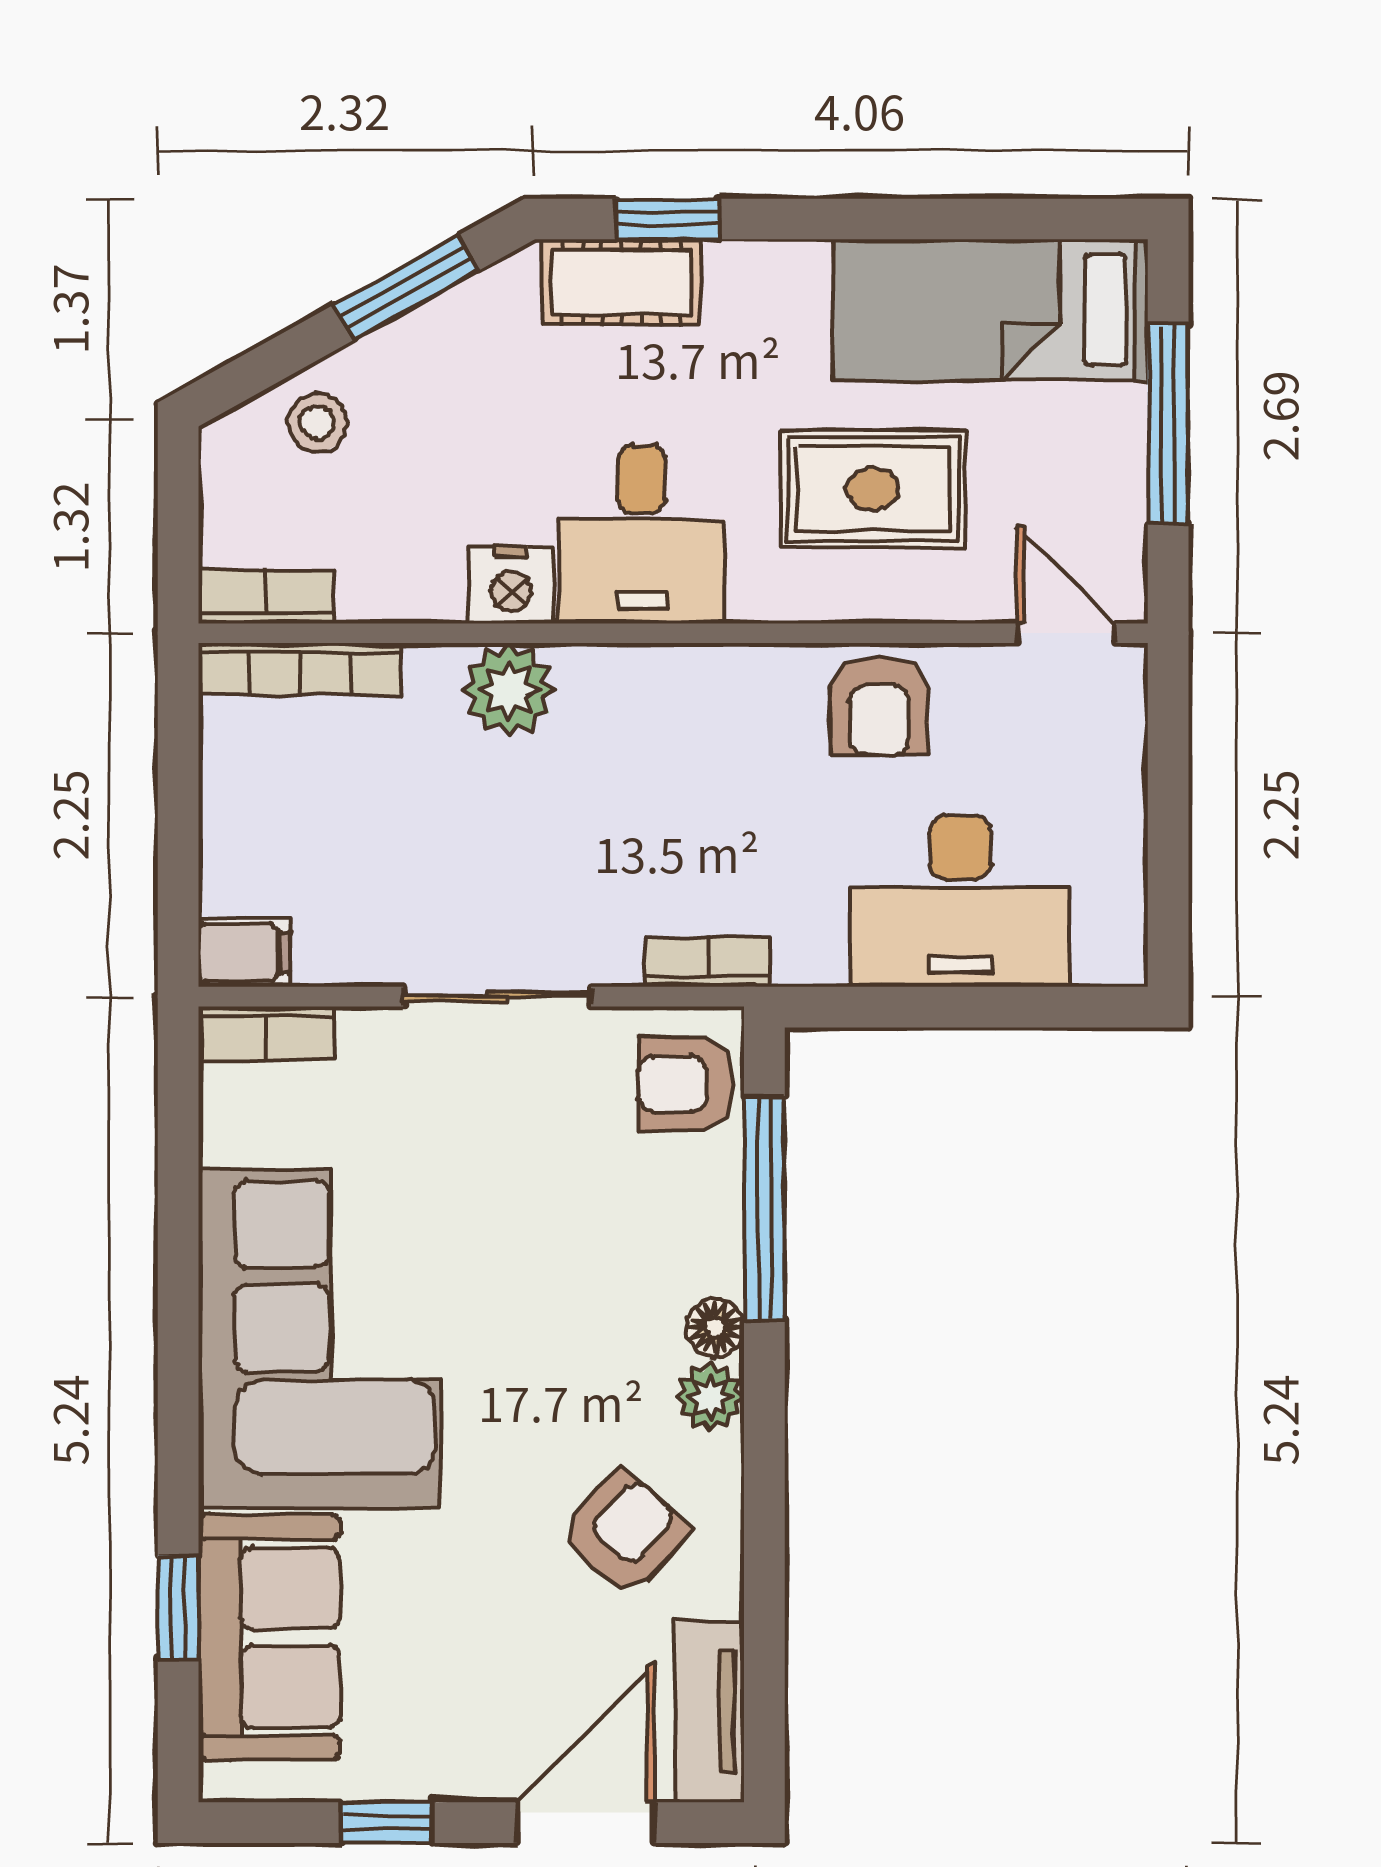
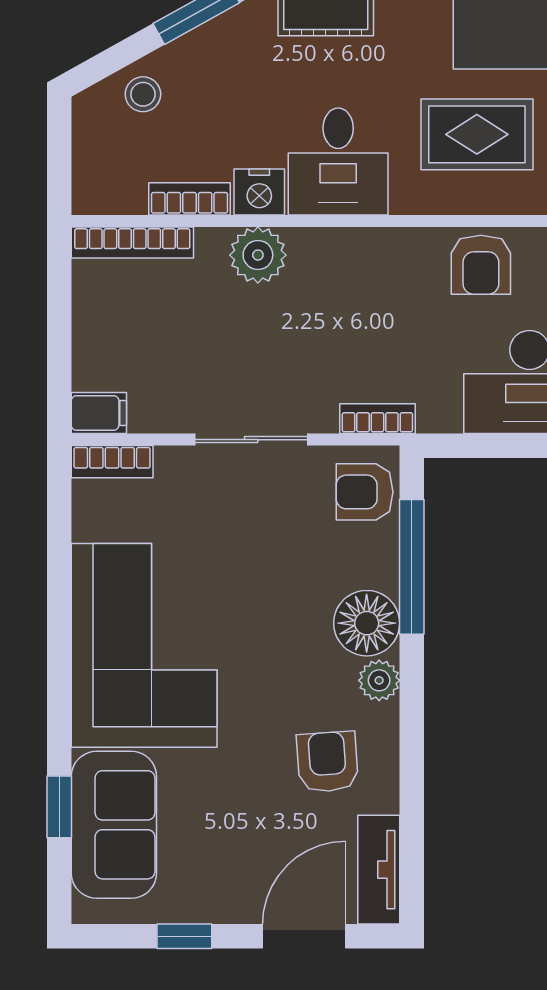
bookcase: (266, 596) -> (189, 199), moved
floor lamp: (715, 1328) -> (367, 623), width x1.89, depth x1.89
armchair: (624, 1533) -> (327, 762), turned -46

